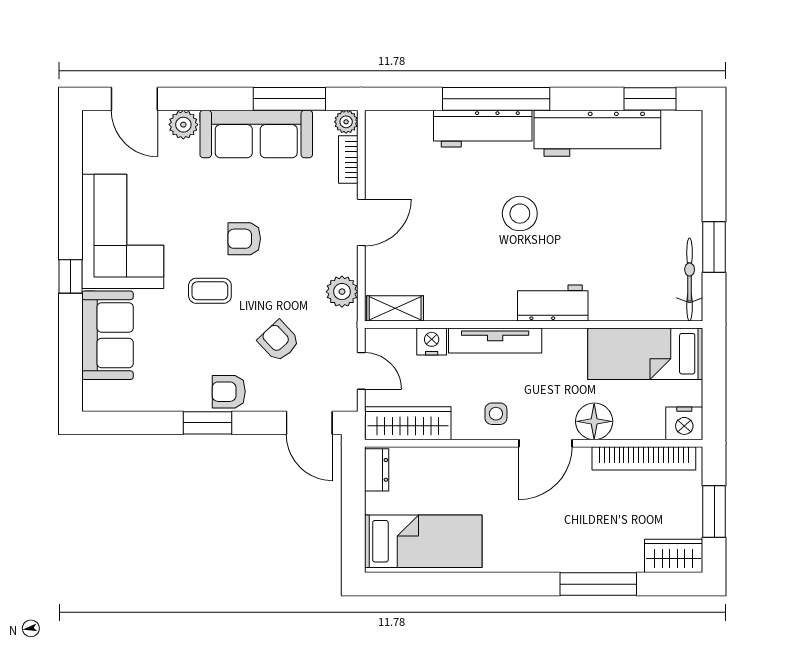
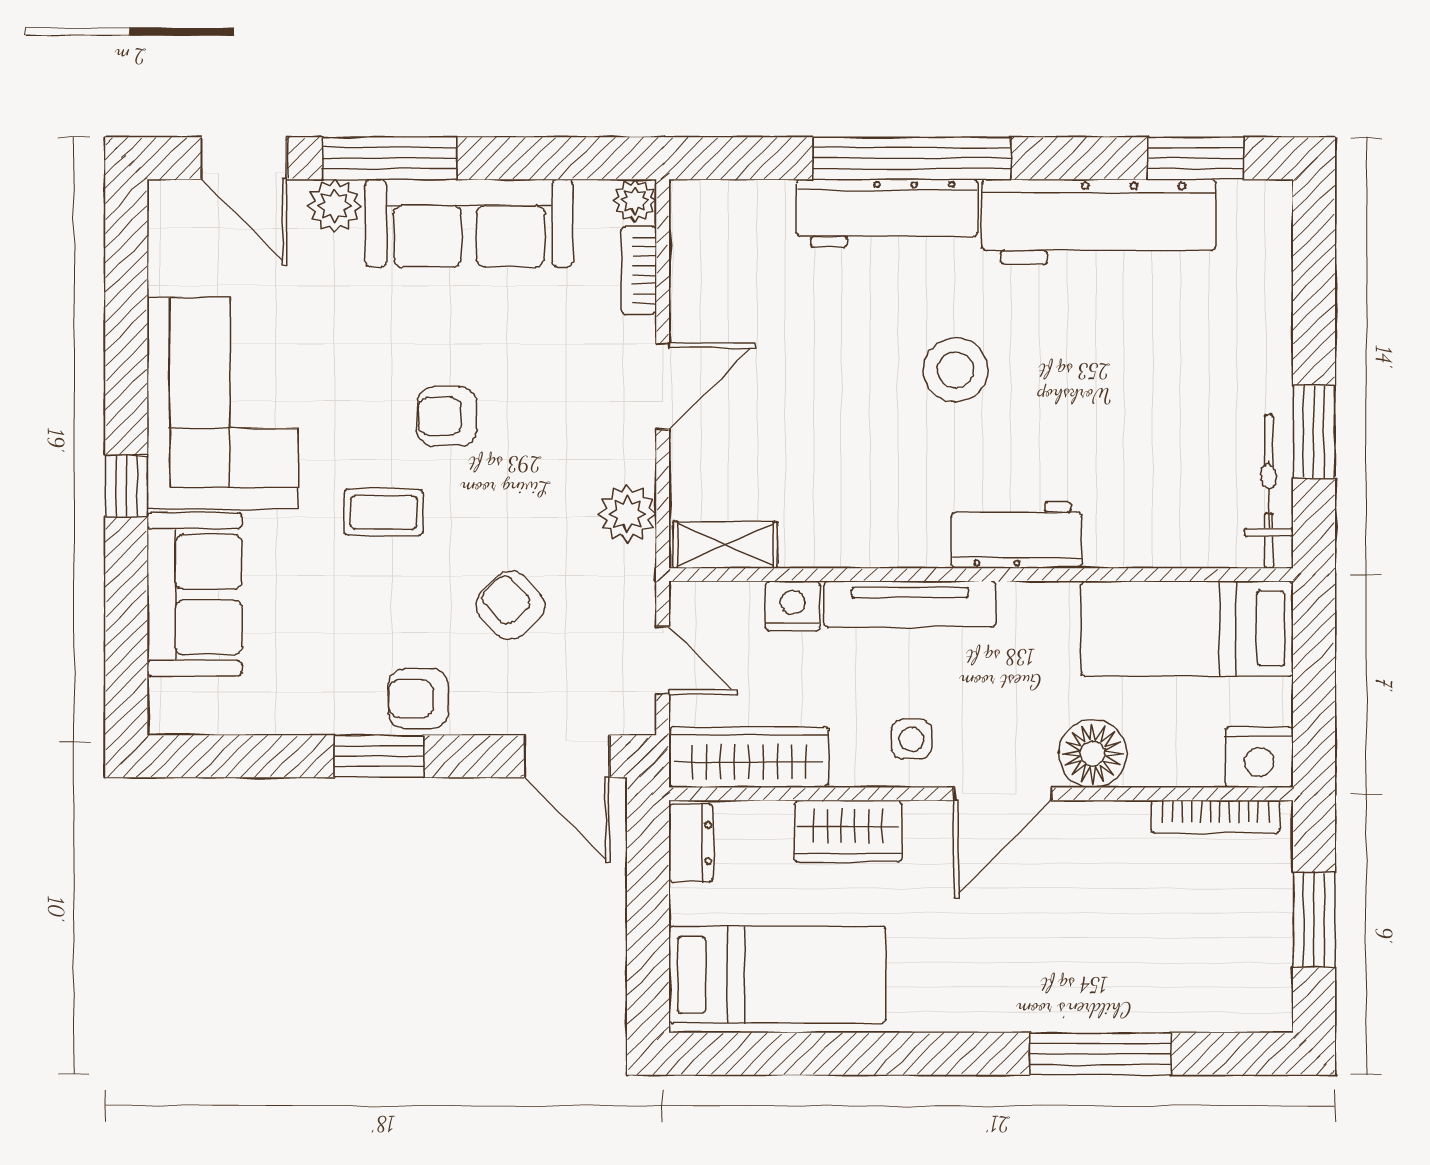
window: (289, 99) -> (389, 158), moved
bookcase: (644, 458) -> (1215, 817), width x0.68, depth x0.76
wardrobe: (674, 556) -> (848, 831), moved, turned 180

